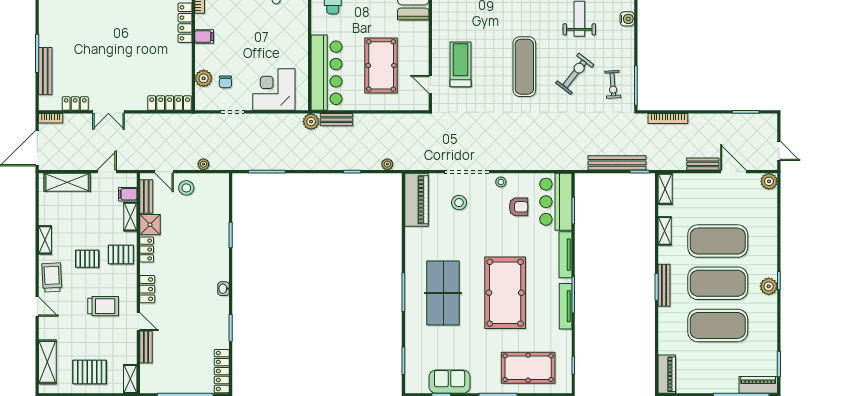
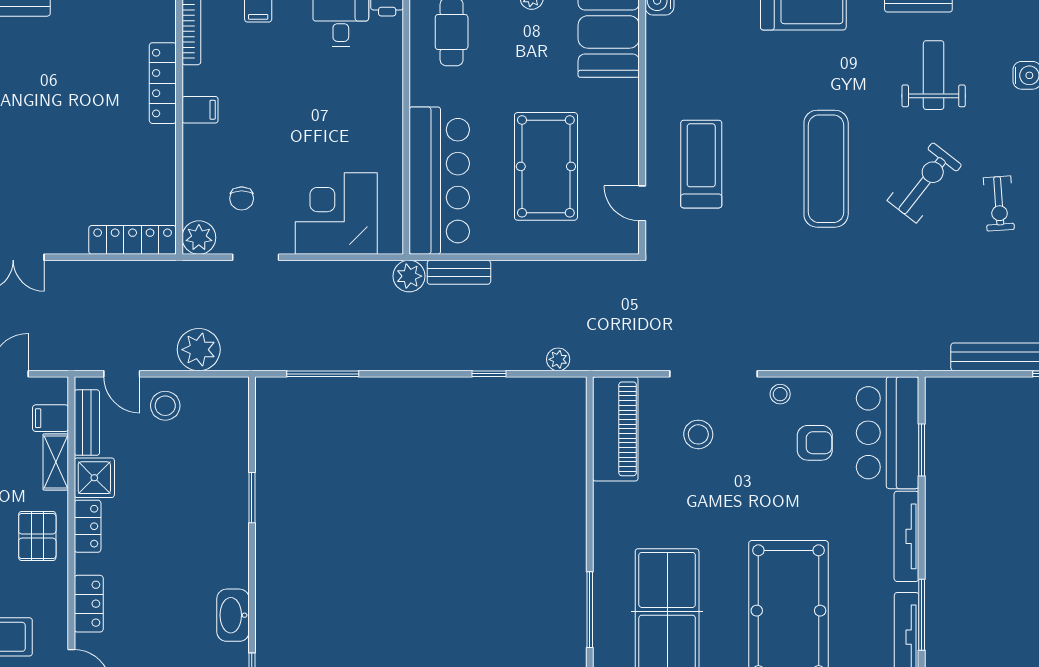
plant: (204, 78) -> (199, 238), moved
plant: (203, 164) -> (199, 350), width x1.87, depth x1.87
pallet: (121, 255) -> (37, 536), turned 90
washbasin: (224, 289) -> (233, 615), width x1.91, depth x1.45

